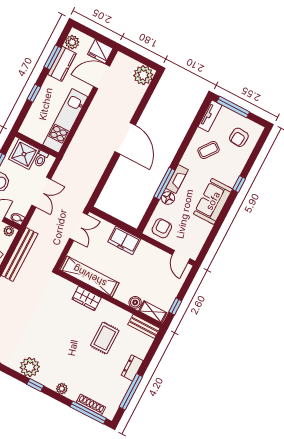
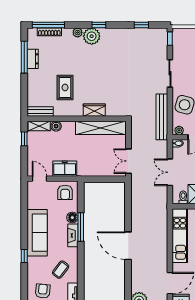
sofa: (213, 201) -> (37, 233), width x1.36
freezer: (124, 240) -> (65, 169), moved
plant: (30, 367) -> (92, 36), moved
dresser: (132, 368) -> (33, 59), moved

